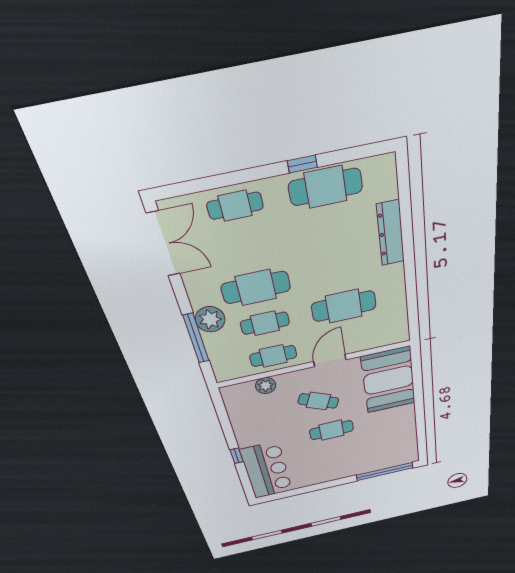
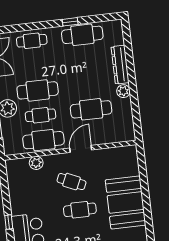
plant: (395, 274) -> (123, 91), added
cafe table: (273, 356) -> (43, 140), width x1.37, depth x1.35
booth: (389, 380) -> (126, 202), moved

